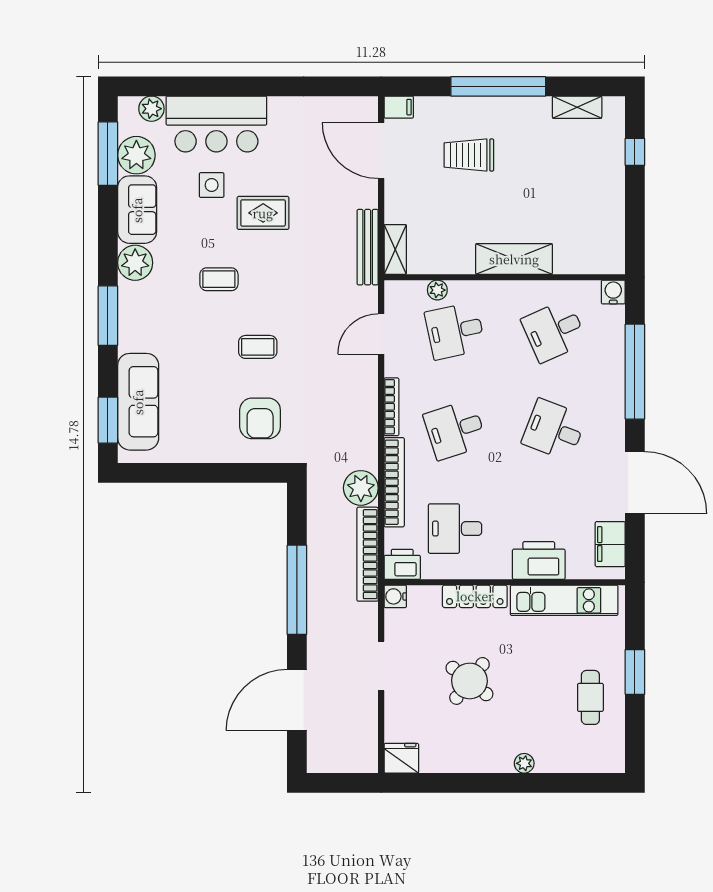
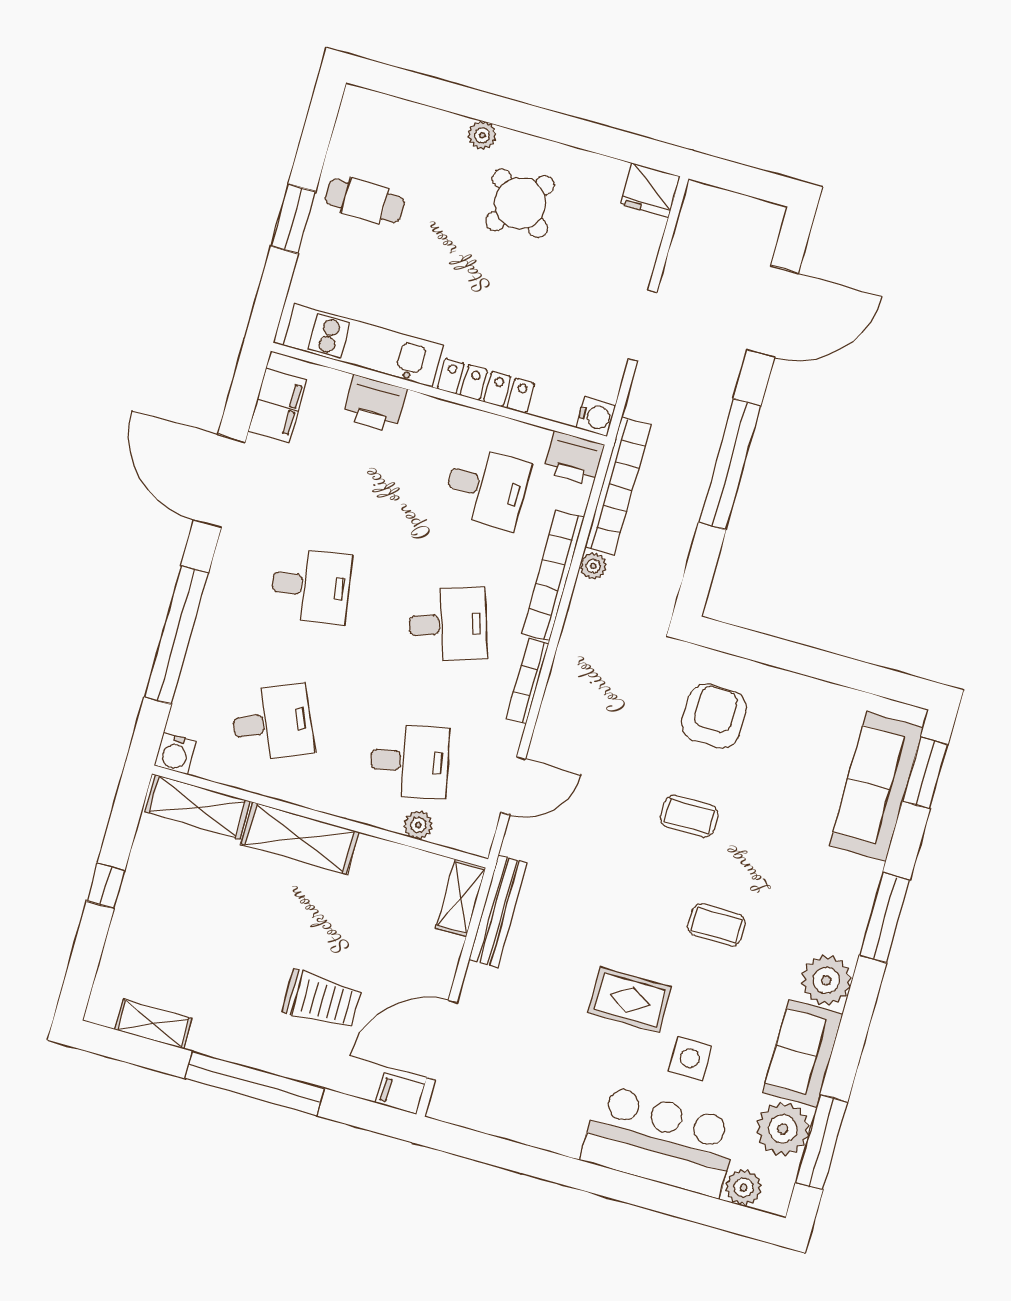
door: (381, 151) -> (442, 1040), swing flipped
window: (635, 152) -> (106, 886), moved
shelving: (588, 261) -> (198, 807), added
desk: (554, 430) -> (311, 586), turned -30
plant: (361, 488) -> (593, 566), width x0.53, depth x0.53
printer: (539, 560) -> (374, 404), width x0.73, depth x0.84
round table: (469, 681) -> (520, 203), moved
cafe table: (590, 697) -> (365, 201), turned 90

